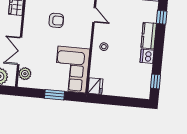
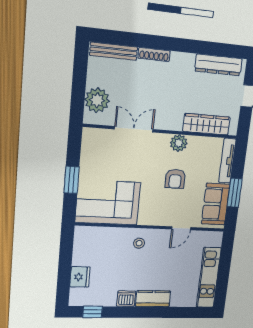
window: (162, 17) -> (176, 312), removed
plant: (25, 74) -> (179, 143), moved
fridge: (95, 86) -> (80, 277), moved, turned -90

